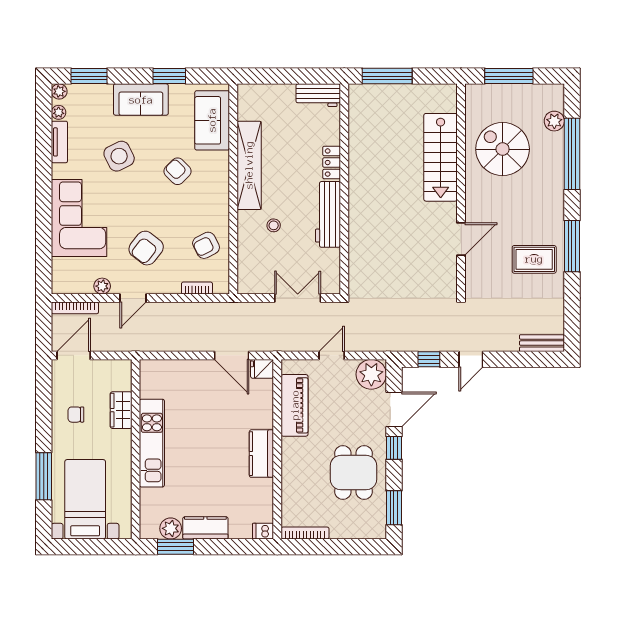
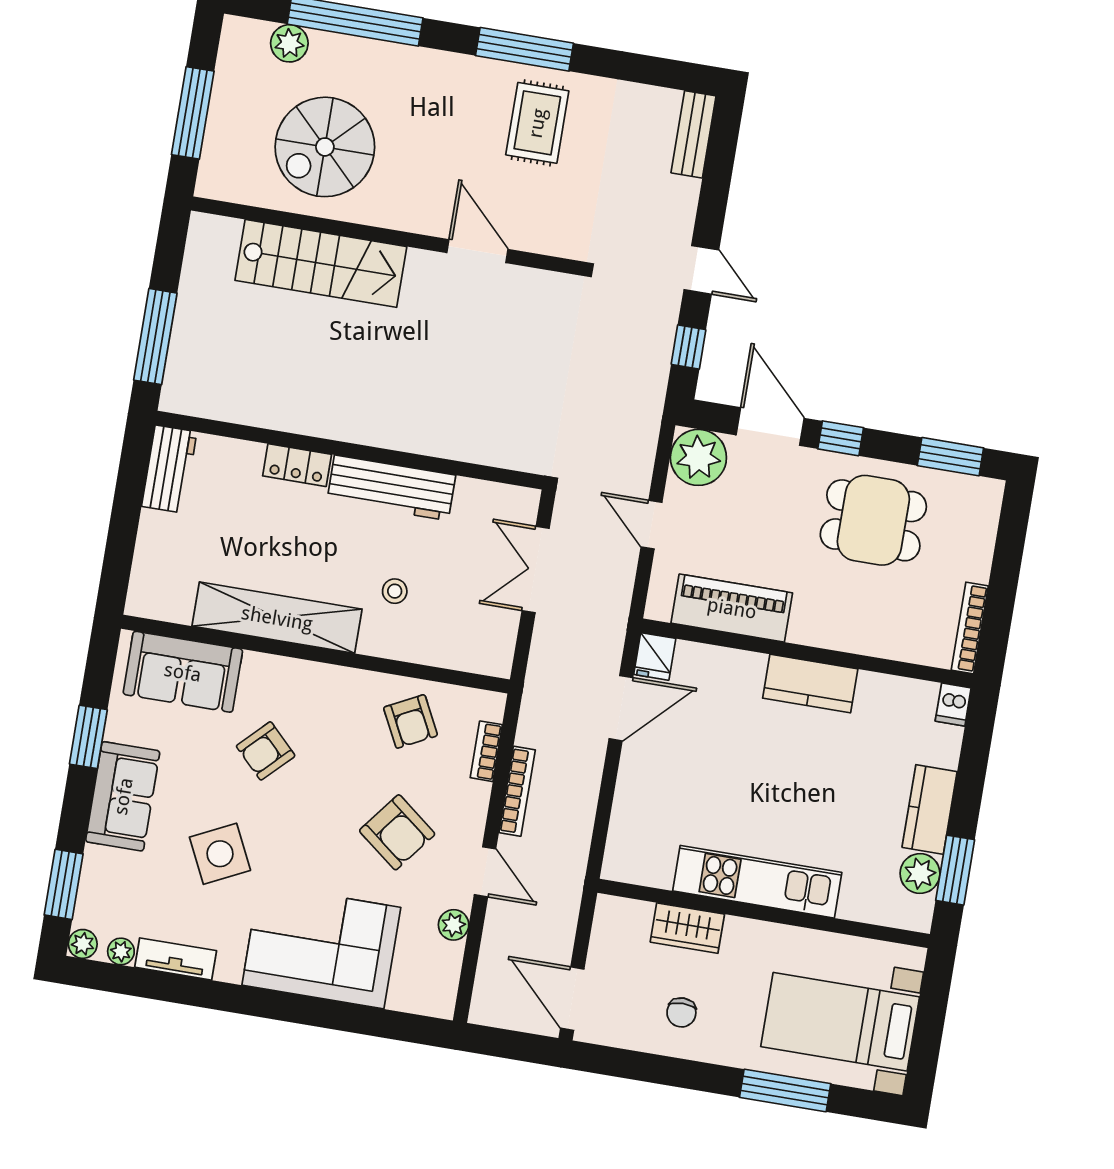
bookcase: (75, 308) -> (517, 791), moved

